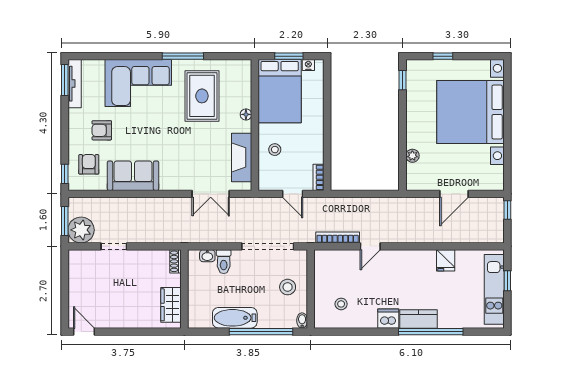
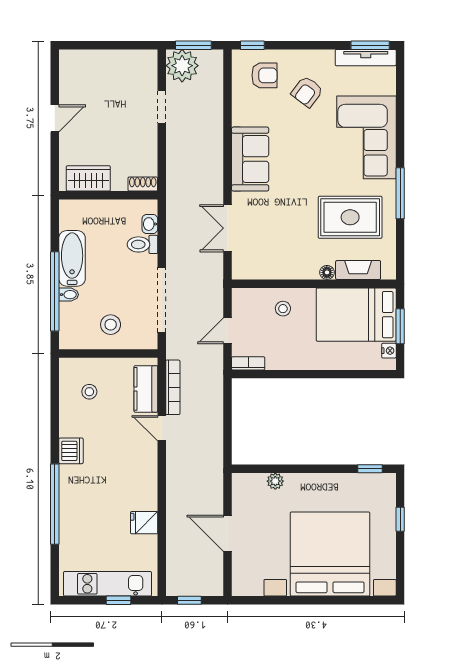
armchair: (102, 130) -> (307, 92), turned -143
fireplace: (242, 157) -> (358, 270), moved, width x0.73, depth x0.76
sofa: (133, 176) -> (250, 159), moved
window: (507, 210) -> (189, 600), moved
kitchen counter: (419, 319) -> (146, 389), moved, turned 180
bidet: (302, 320) -> (69, 295), moved
door: (84, 332) -> (55, 118), moved

